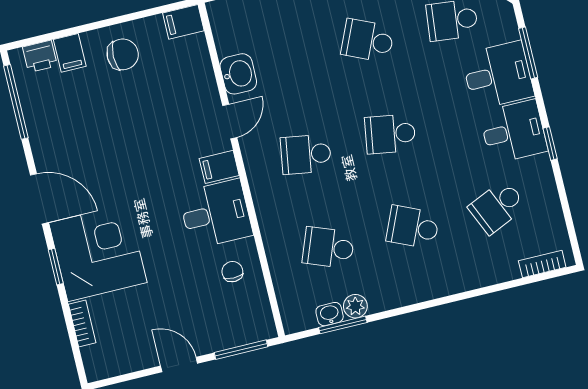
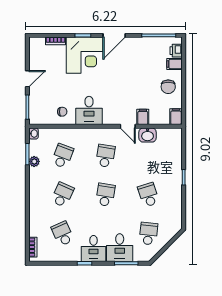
school desk: (368, 41) -> (148, 195), turned -42
filing cabinet: (219, 167) -> (143, 117), moved
washbasin: (330, 314) -> (34, 134), moved

